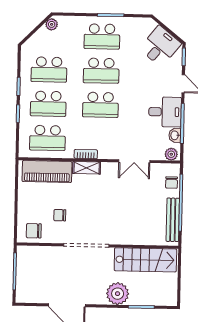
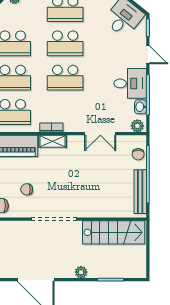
plant: (118, 294) -> (81, 272), width x0.53, depth x0.53

